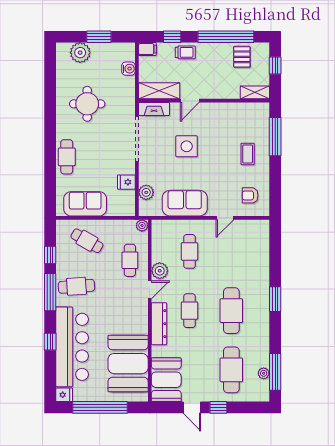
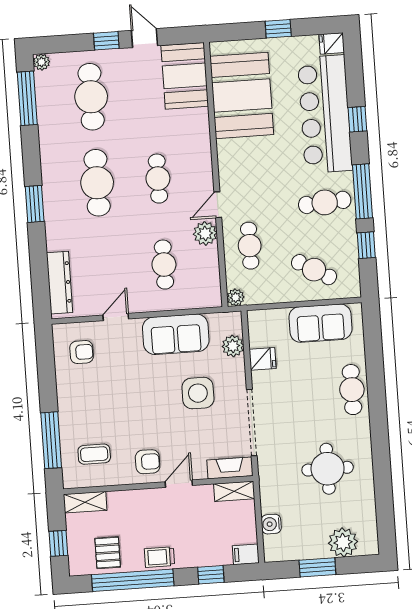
trolley: (185, 52) -> (159, 557), moved
shelving: (159, 91) -> (234, 491), width x0.67, depth x0.75
armchair: (210, 117) -> (148, 462), added
side table: (187, 146) -> (198, 393), moved
coffee table: (248, 154) -> (94, 454), moved, turned 90
dresser: (159, 324) -> (60, 283), moved, turned 180
plant: (264, 373) -> (41, 62), moved
window: (100, 407) -> (278, 29), width x0.32

